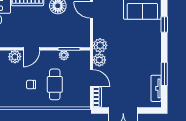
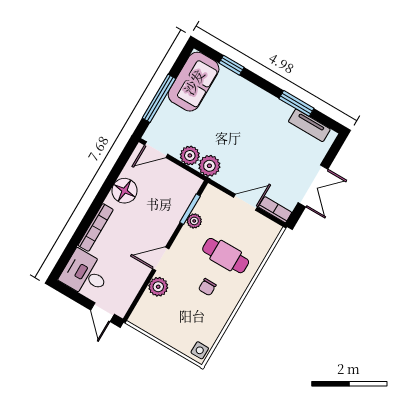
door: (31, 49) -> (161, 259), swing flipped
plant: (99, 60) -> (190, 155), moved

